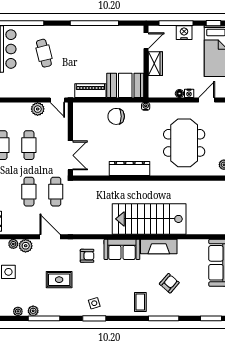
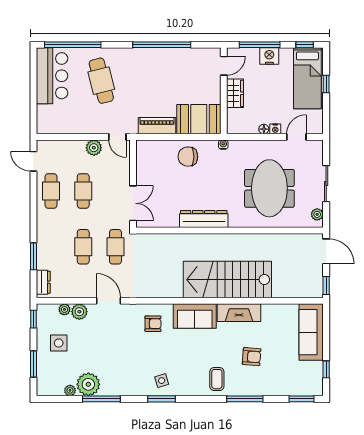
cafe table: (44, 53) -> (101, 81), width x1.37, depth x1.35
rug: (59, 280) -> (119, 352), removed
armchair: (169, 283) -> (252, 357), turned 53
plant: (33, 311) -> (88, 384), width x1.87, depth x1.87

